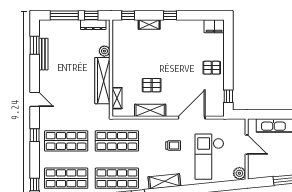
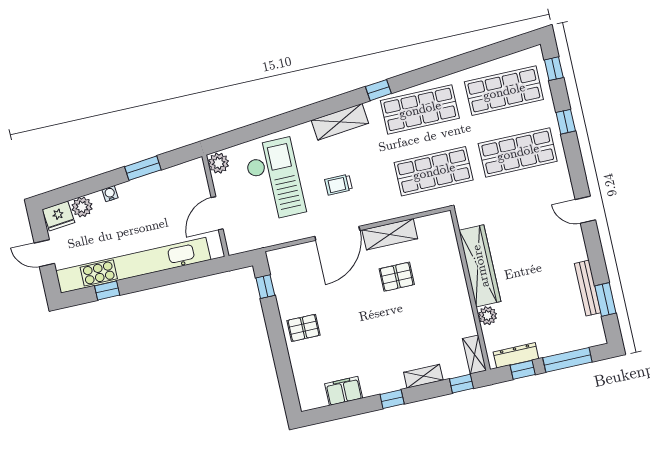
filing cabinet: (214, 26) -> (344, 391), moved
shelving: (117, 98) -> (474, 354), moved
door: (192, 118) -> (337, 233), moved
window: (35, 135) -> (566, 122), moved
door: (247, 145) -> (217, 213), hinge flipped

